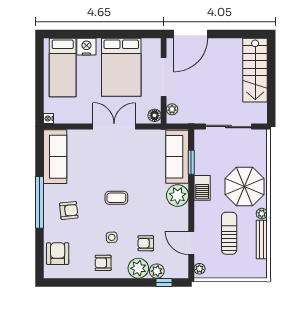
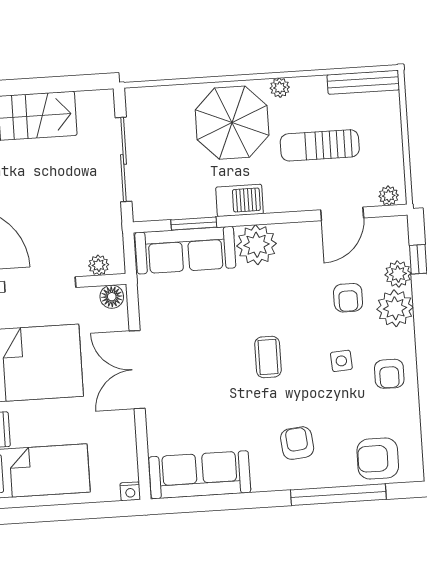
window: (39, 202) -> (338, 495), moved
bench: (262, 239) -> (363, 82), moved

